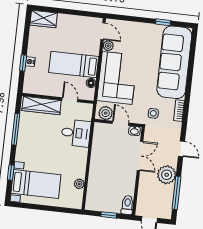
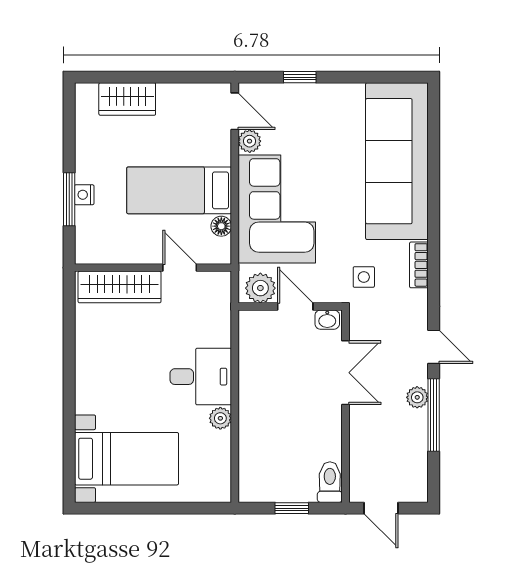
wardrobe: (44, 19) -> (127, 99), moved
window: (163, 22) -> (300, 77), moved
window: (23, 63) -> (69, 199), width x1.50
window: (16, 129) -> (69, 345), removed
desk: (76, 133) -> (201, 377), moved
window: (11, 172) -> (69, 440), removed
plant: (167, 175) -> (417, 397), width x0.53, depth x0.53
plant: (79, 184) -> (220, 418), moved
window: (177, 193) -> (434, 415), moved

